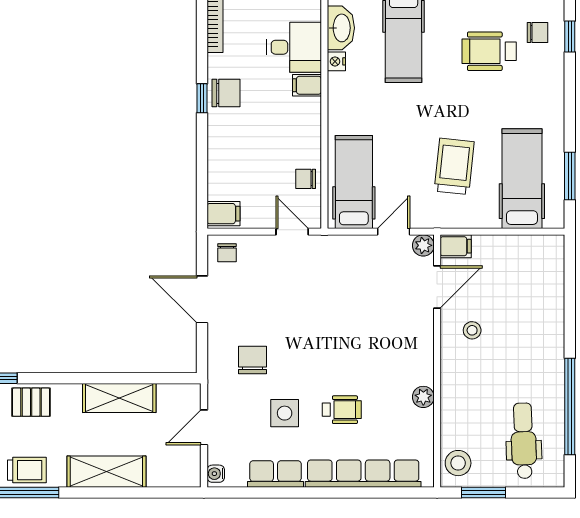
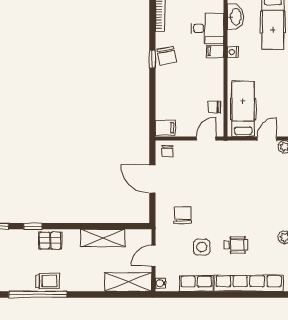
nightstand: (336, 61) -> (233, 52), moved
chair: (226, 93) -> (167, 56), turned 79
door: (292, 232) -> (206, 139), hinge flipped
shelving: (106, 472) -> (128, 282), moved

